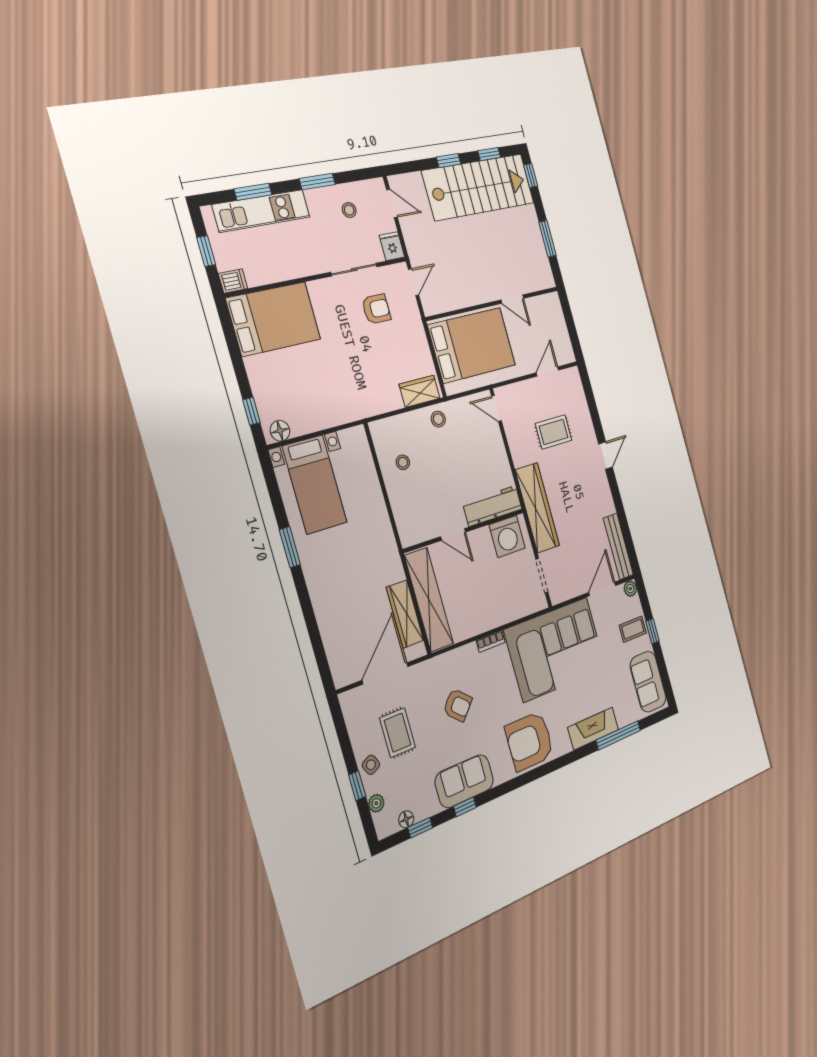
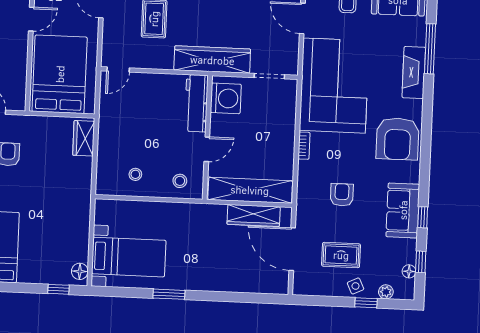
stool: (438, 419) -> (180, 181), moved
armchair: (458, 705) -> (342, 195), turned -42

